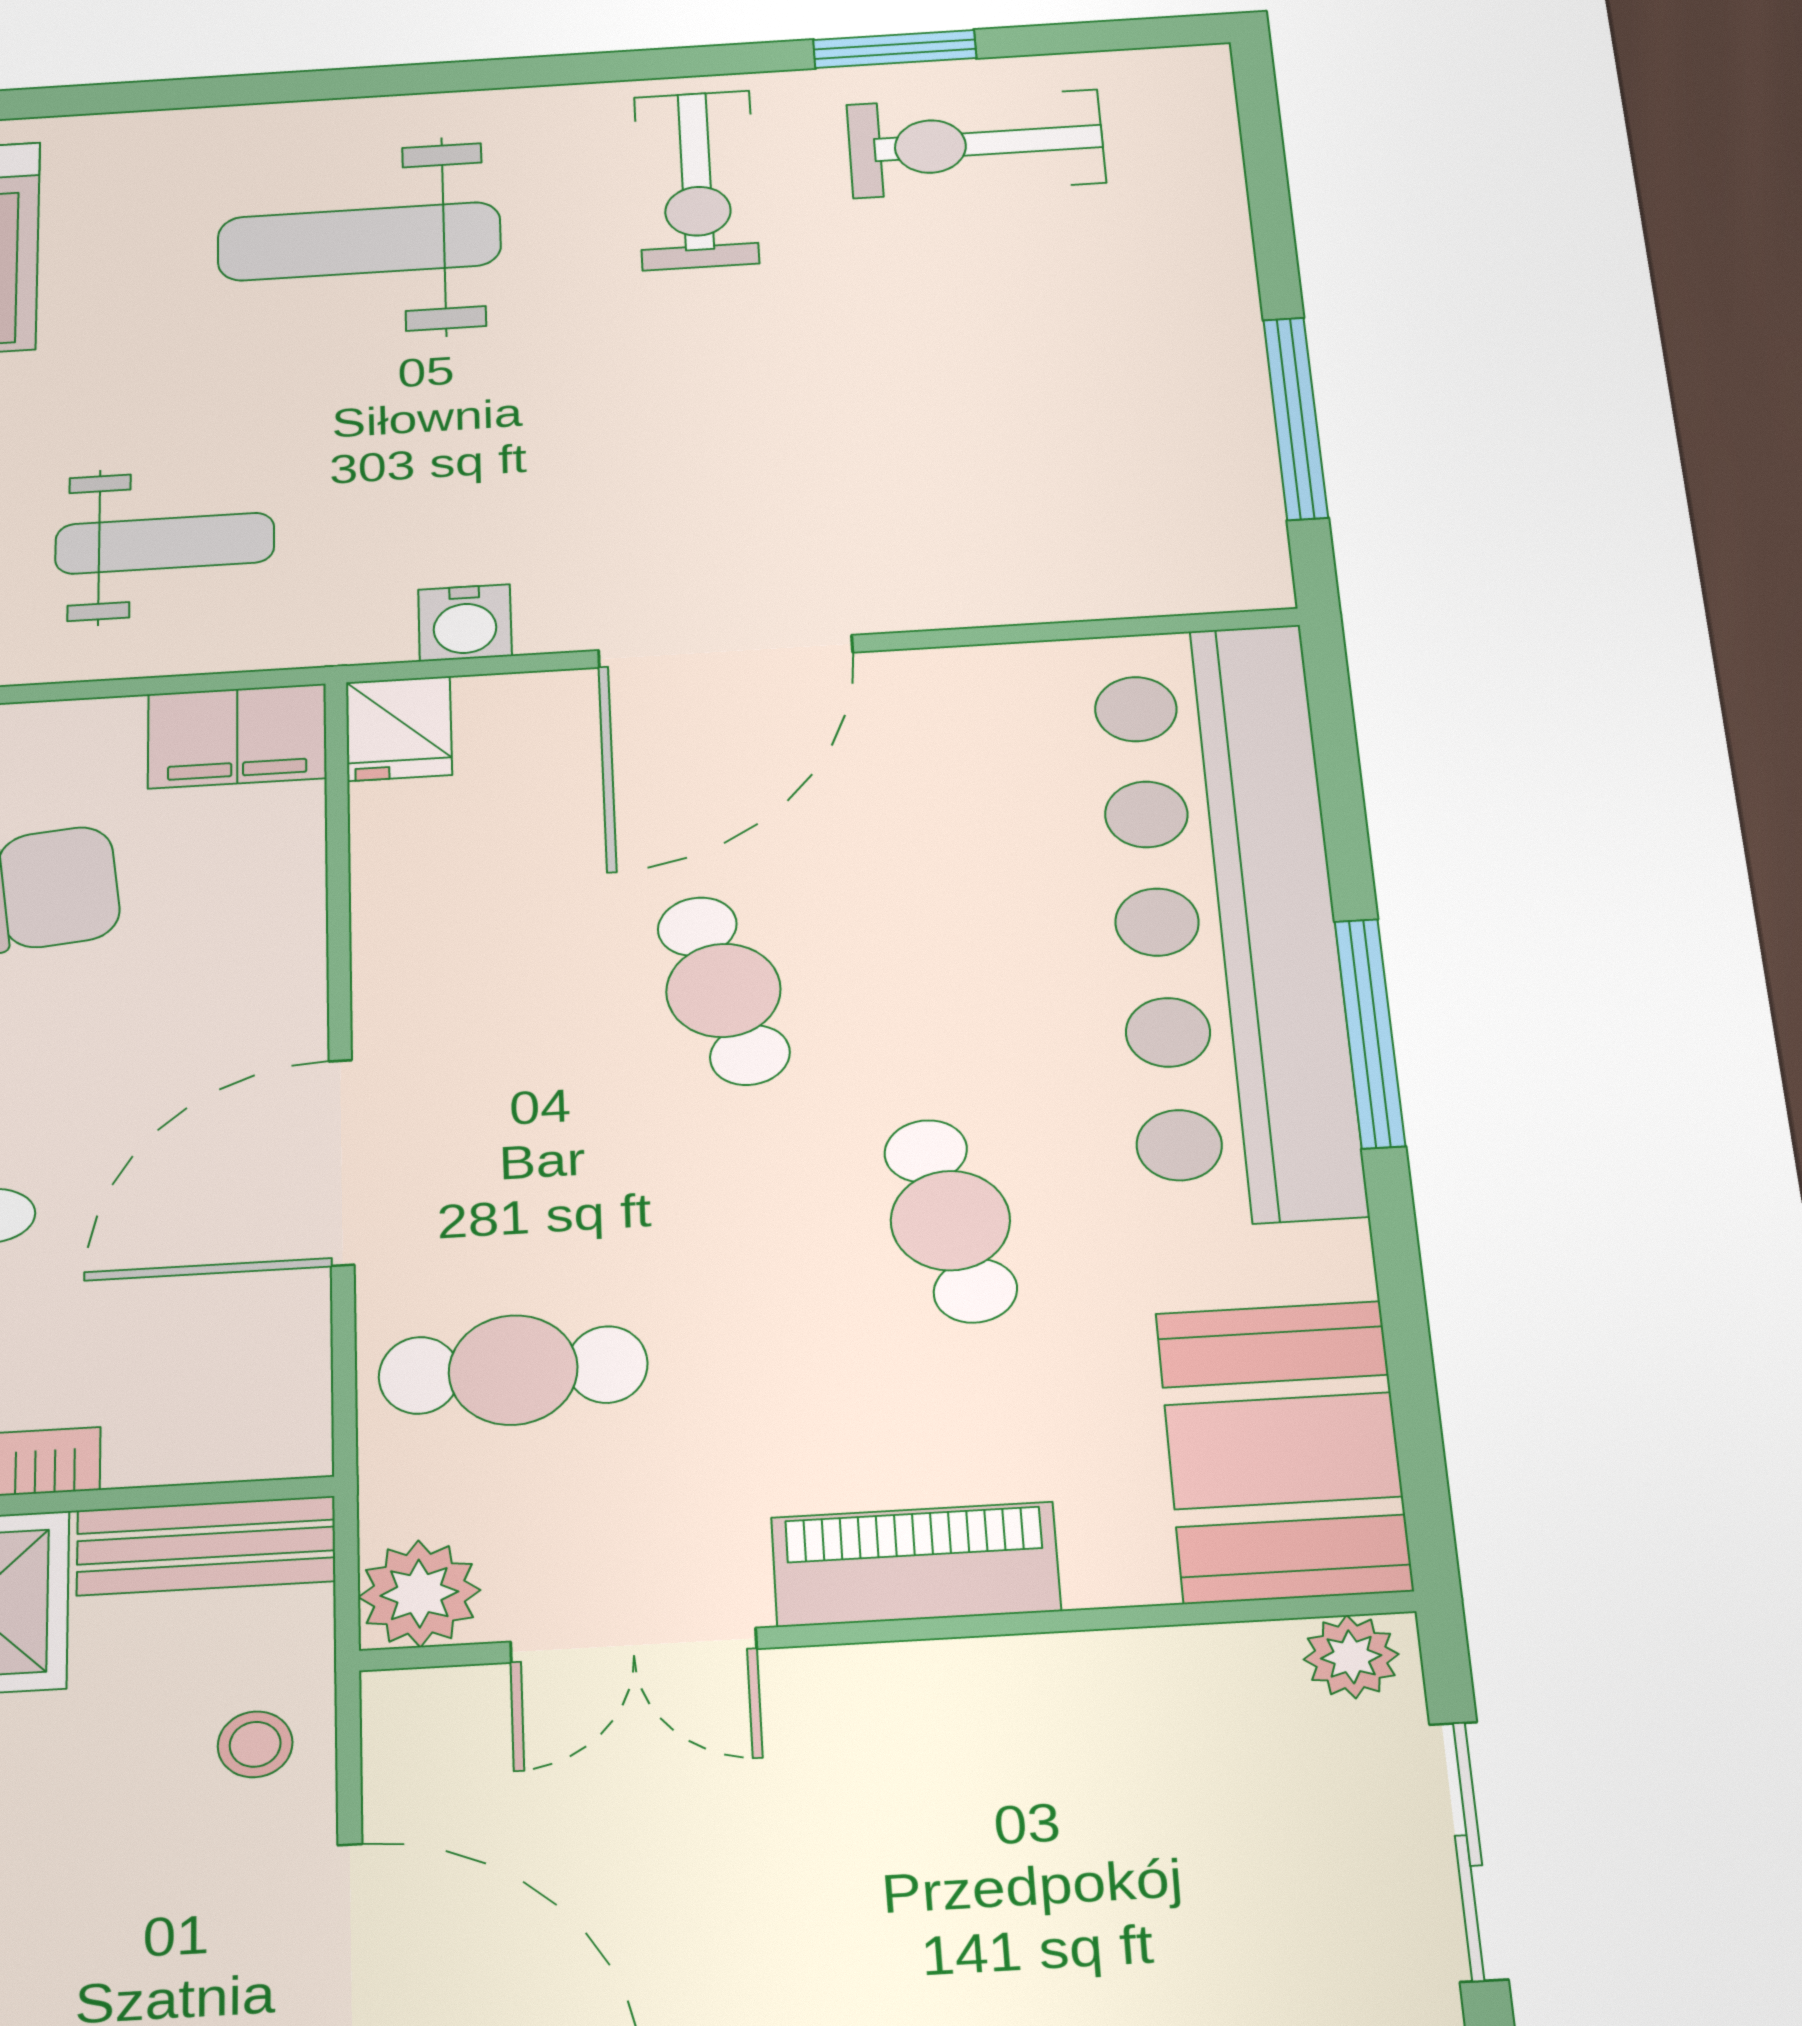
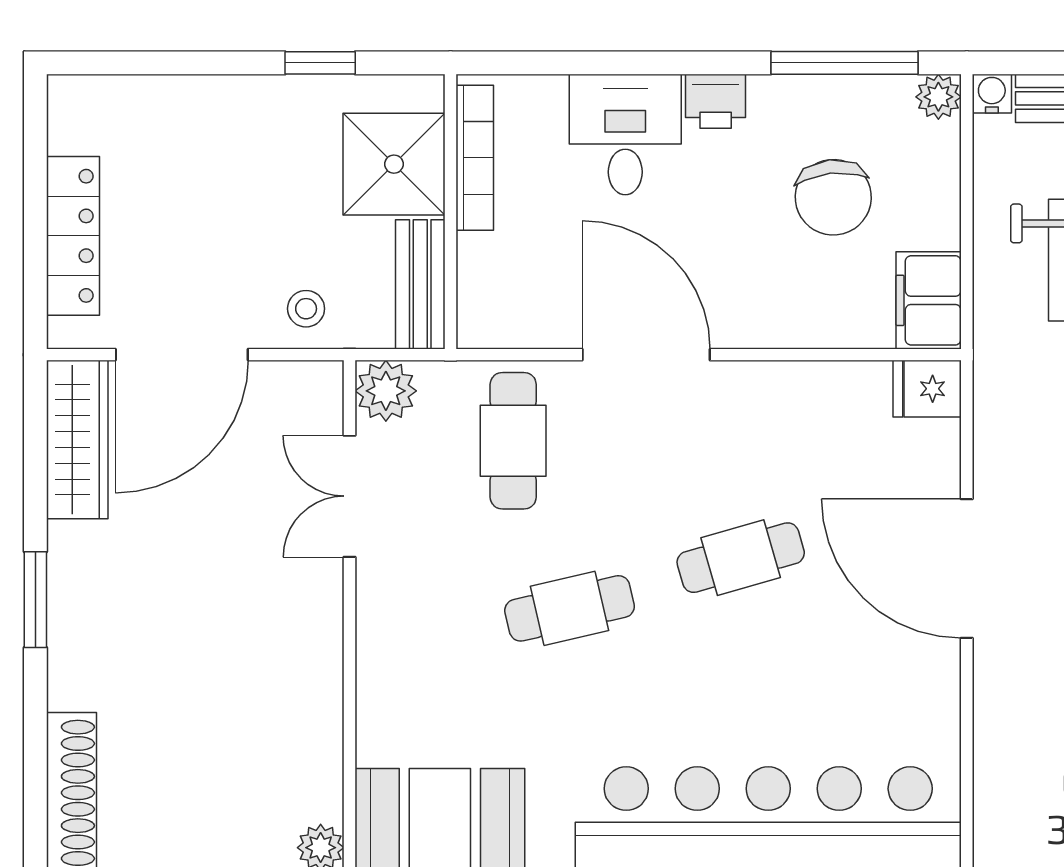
water cooler: (465, 623) -> (998, 426), removed
cafe table: (950, 1220) -> (570, 608), moved
piano: (916, 1564) -> (387, 638), removed

